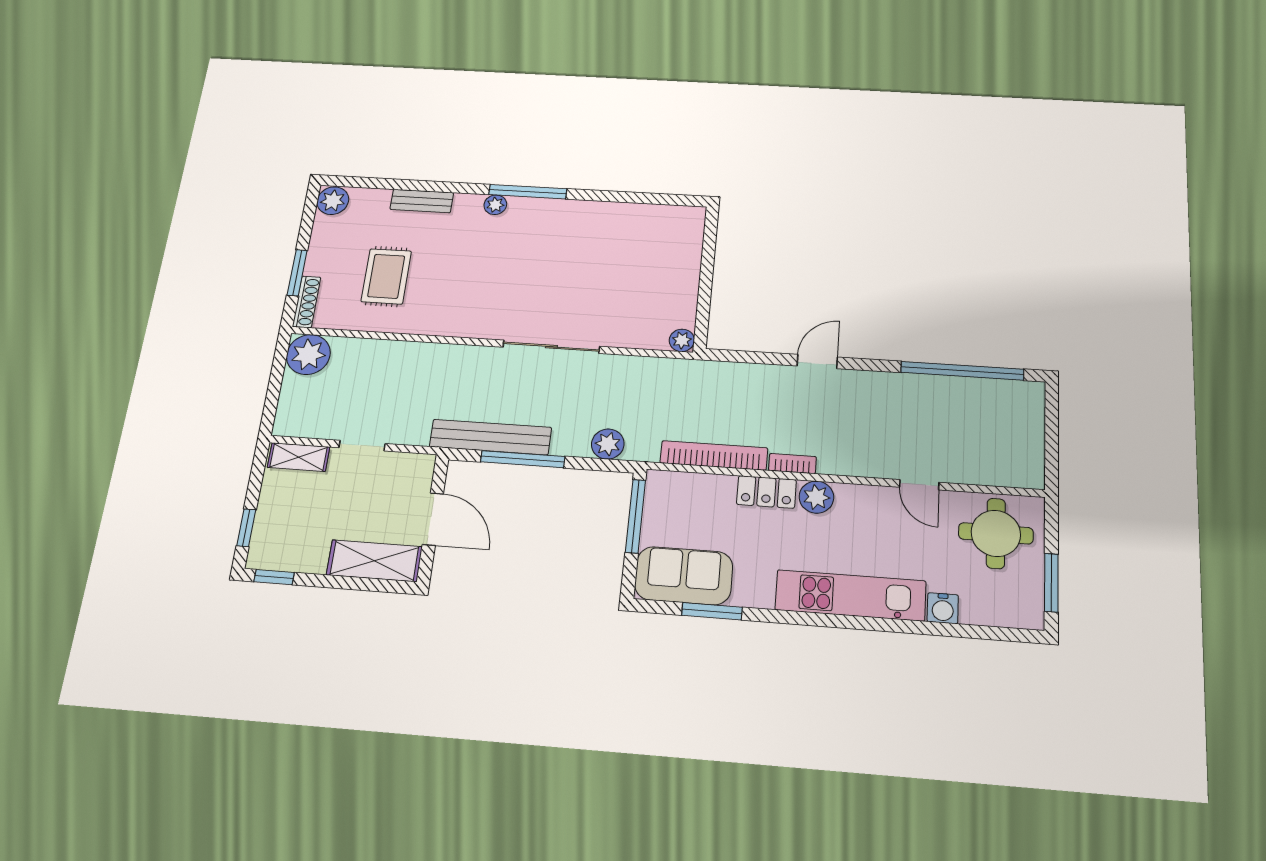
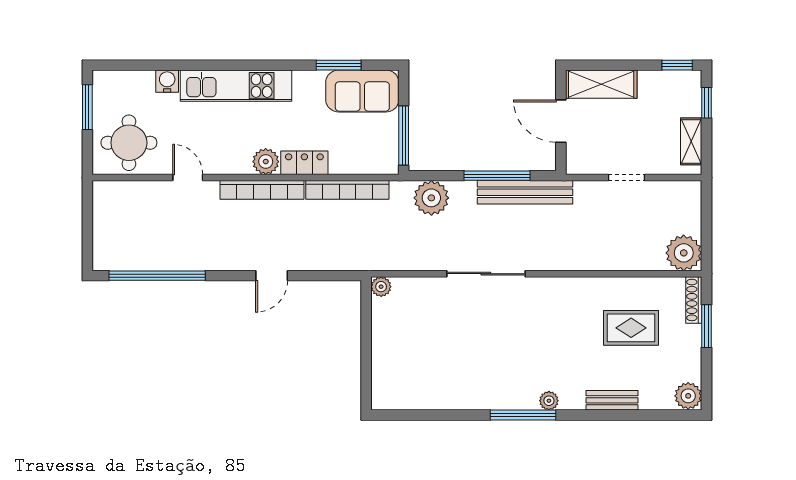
rug: (386, 276) -> (631, 328), turned 90
plant: (608, 444) -> (431, 198), width x1.36, depth x1.36
shelving: (299, 457) -> (691, 141), moved, turned 90
bookcase: (792, 464) -> (262, 190), width x2.31, depth x1.31

